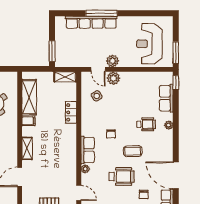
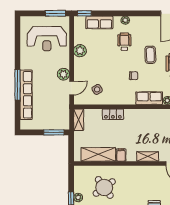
plant: (113, 78) -> (80, 51), moved

